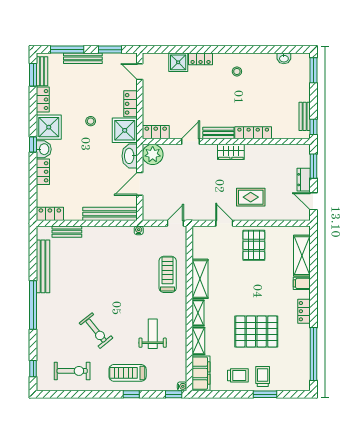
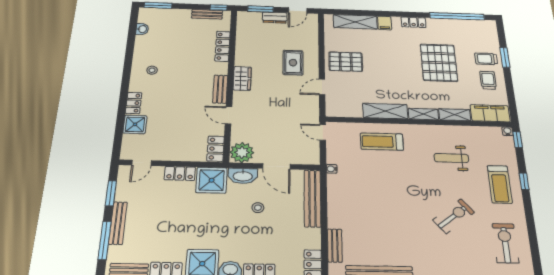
stool: (91, 121) -> (258, 208), moved
locker: (253, 133) -> (223, 46), moved

